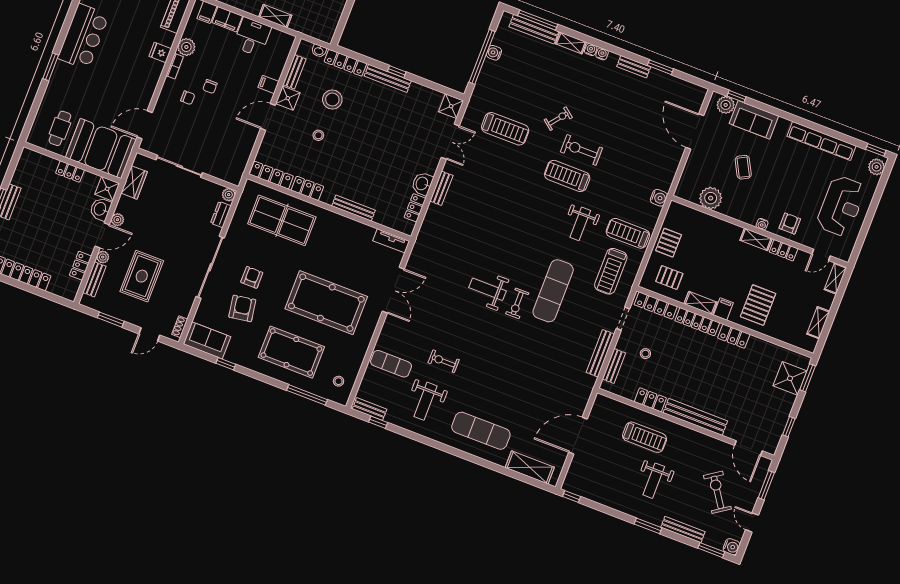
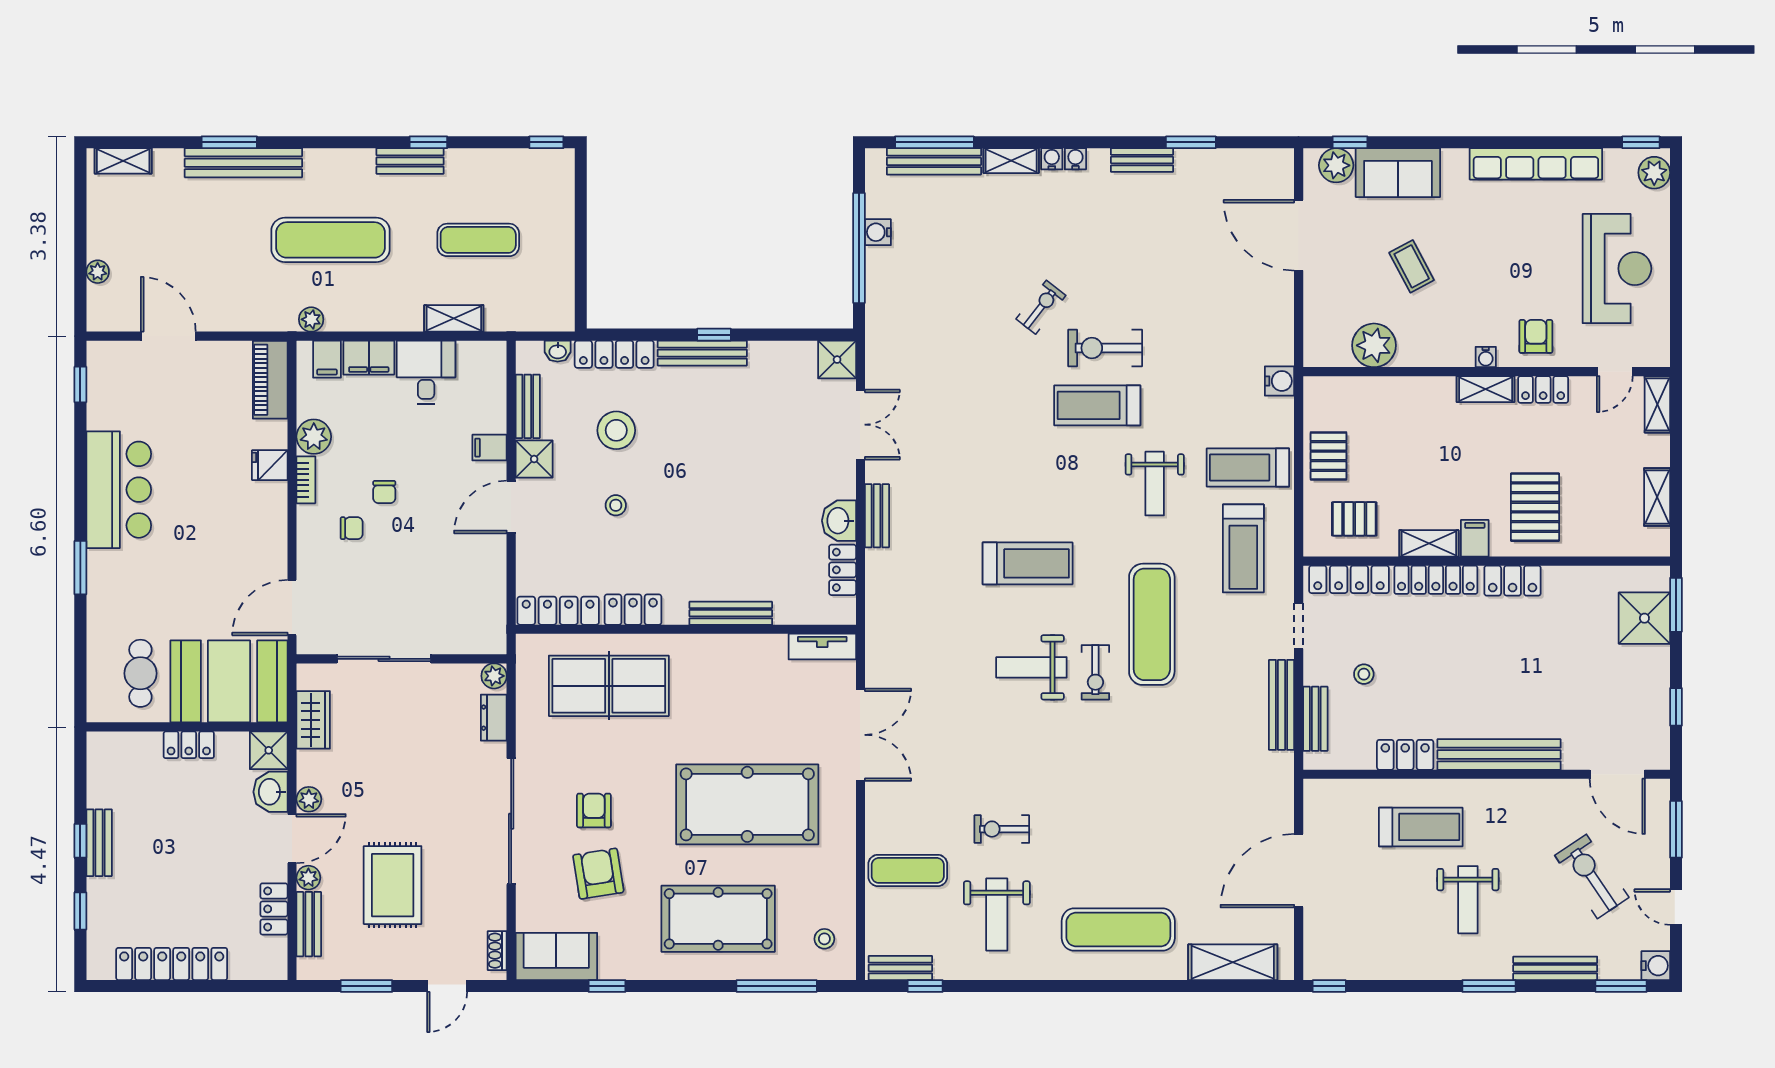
treadmill: (505, 129) -> (1028, 563), moved

